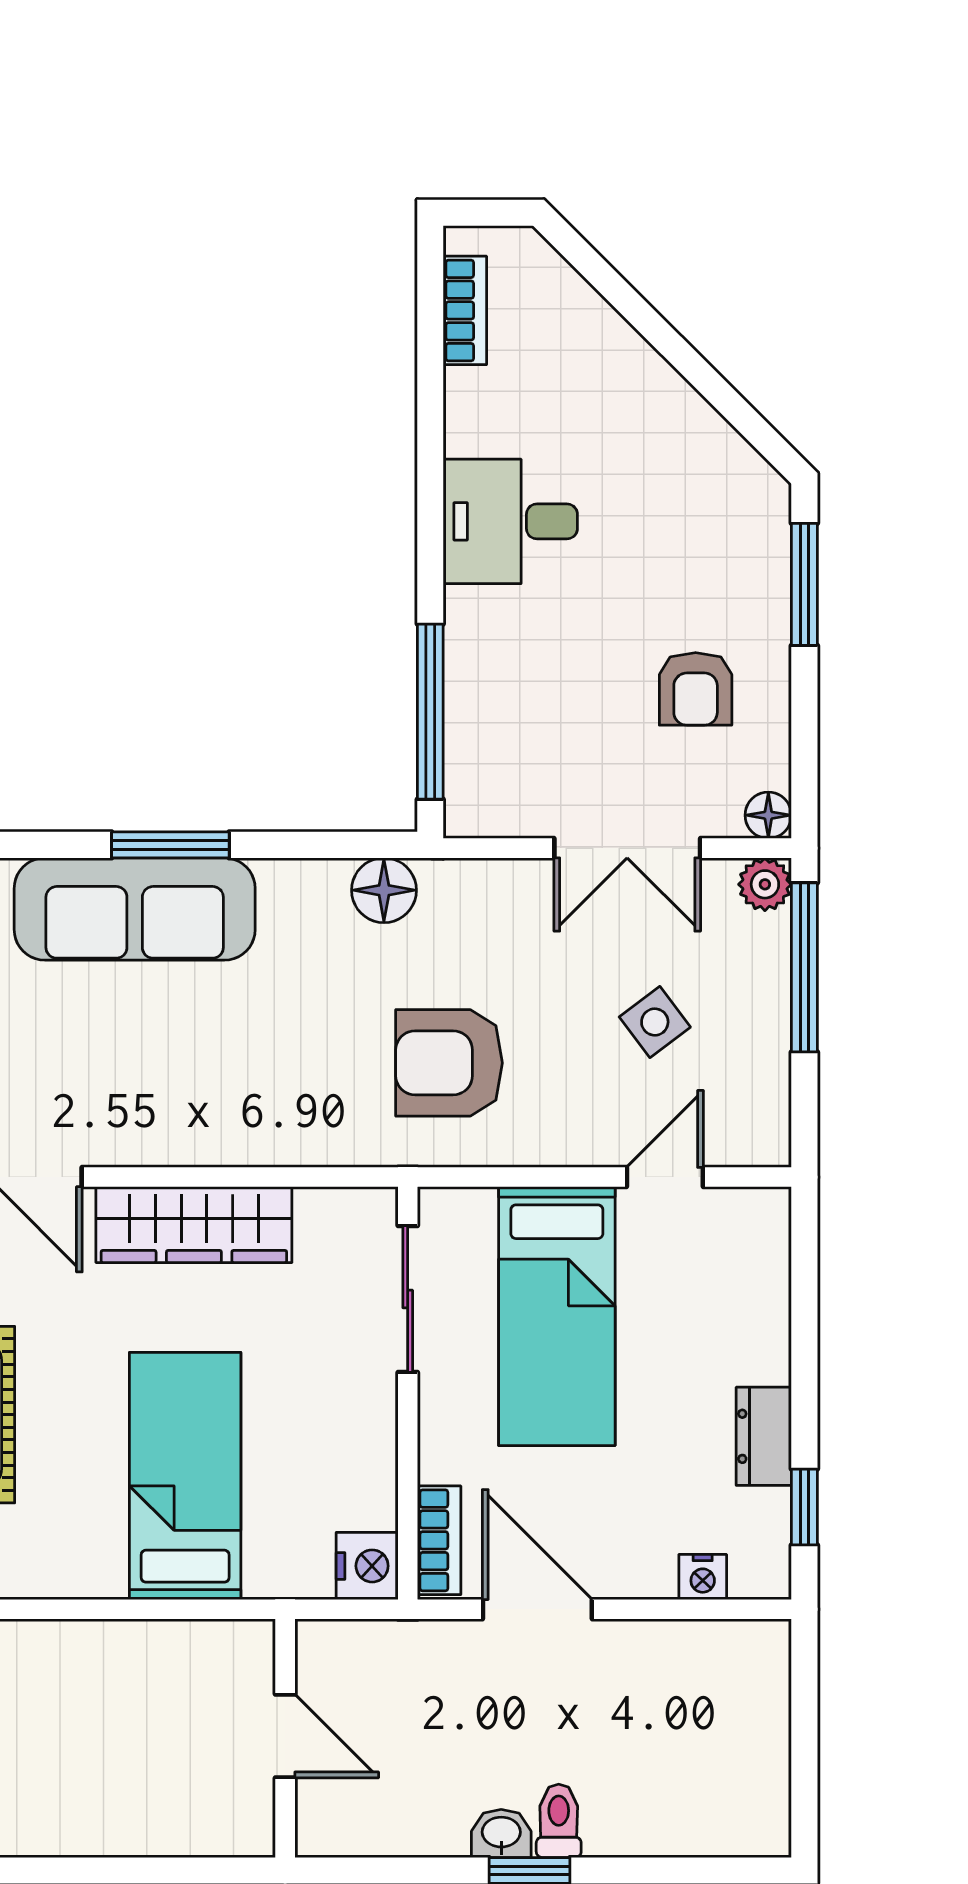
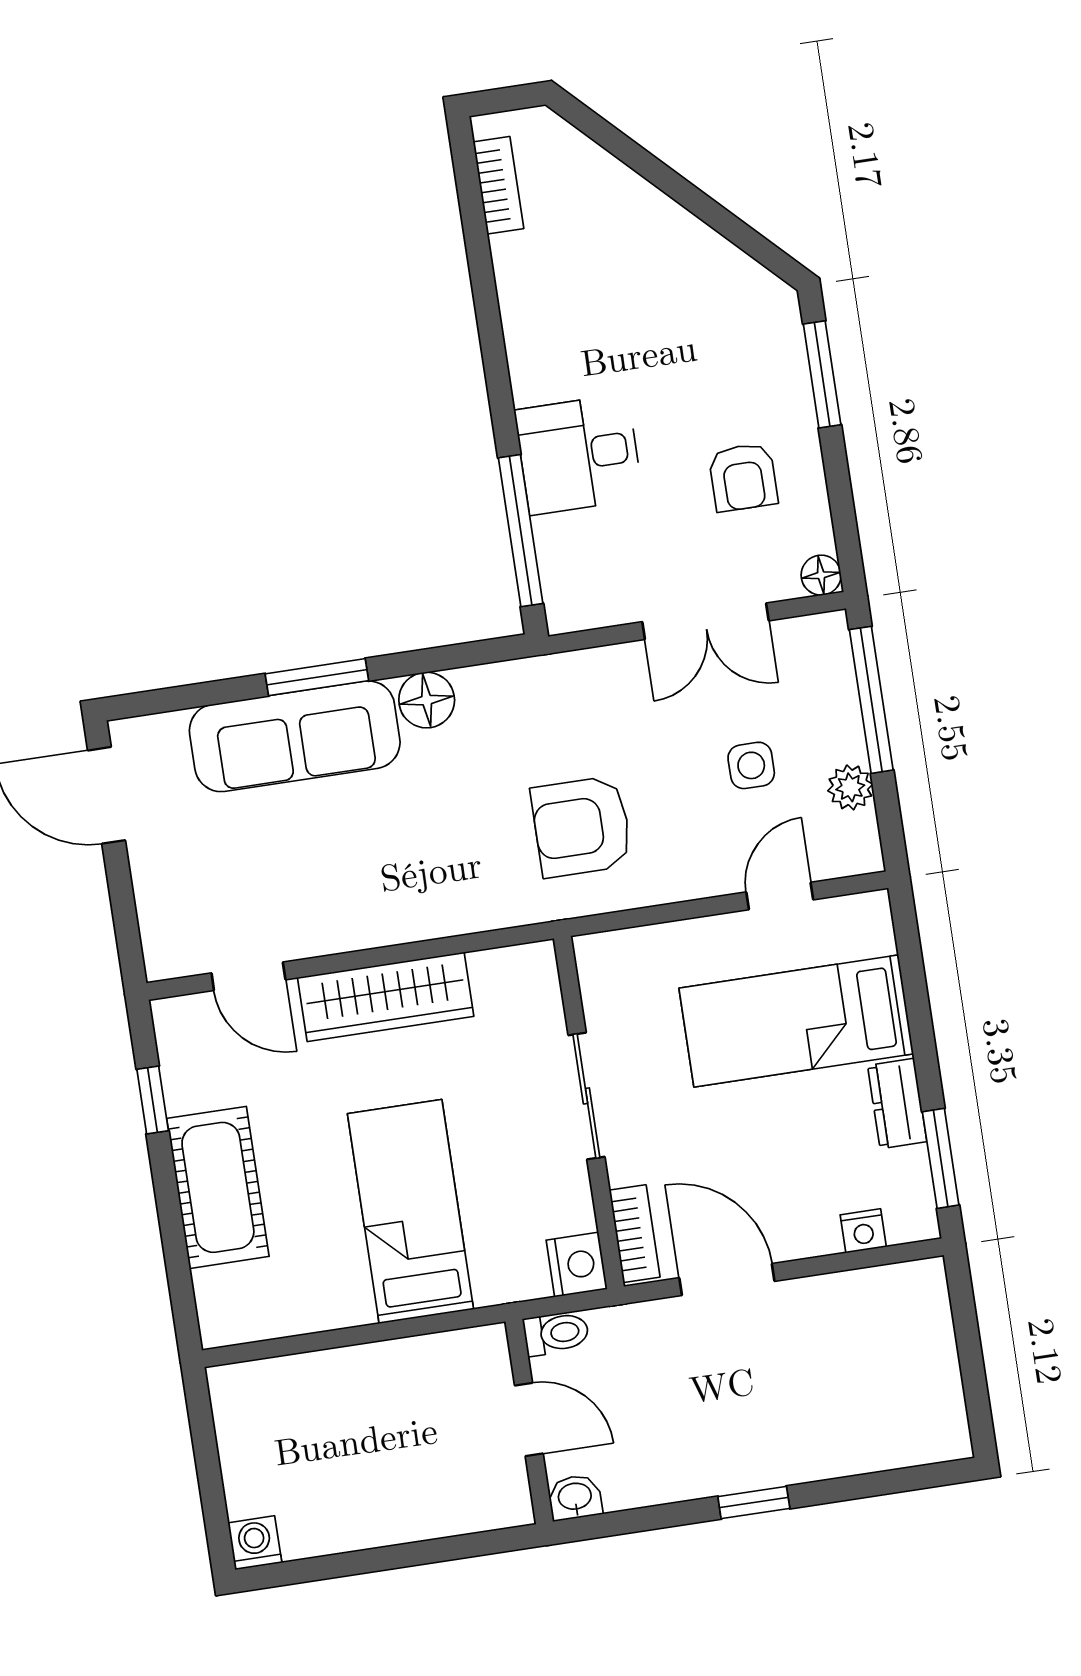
desk: (510, 521) -> (579, 454), moved
plant: (765, 884) -> (850, 787), moved
floor lamp: (384, 890) -> (427, 700), moved
side table: (655, 1022) -> (751, 765), turned 37
sliding door: (408, 1299) -> (586, 1096), moved
bed: (557, 1316) -> (796, 1021), moved, turned 90
window: (804, 1507) -> (941, 1158), width x1.50
toilet: (559, 1821) -> (556, 1333), moved, turned 90
washbasin: (501, 1833) -> (575, 1497), moved

